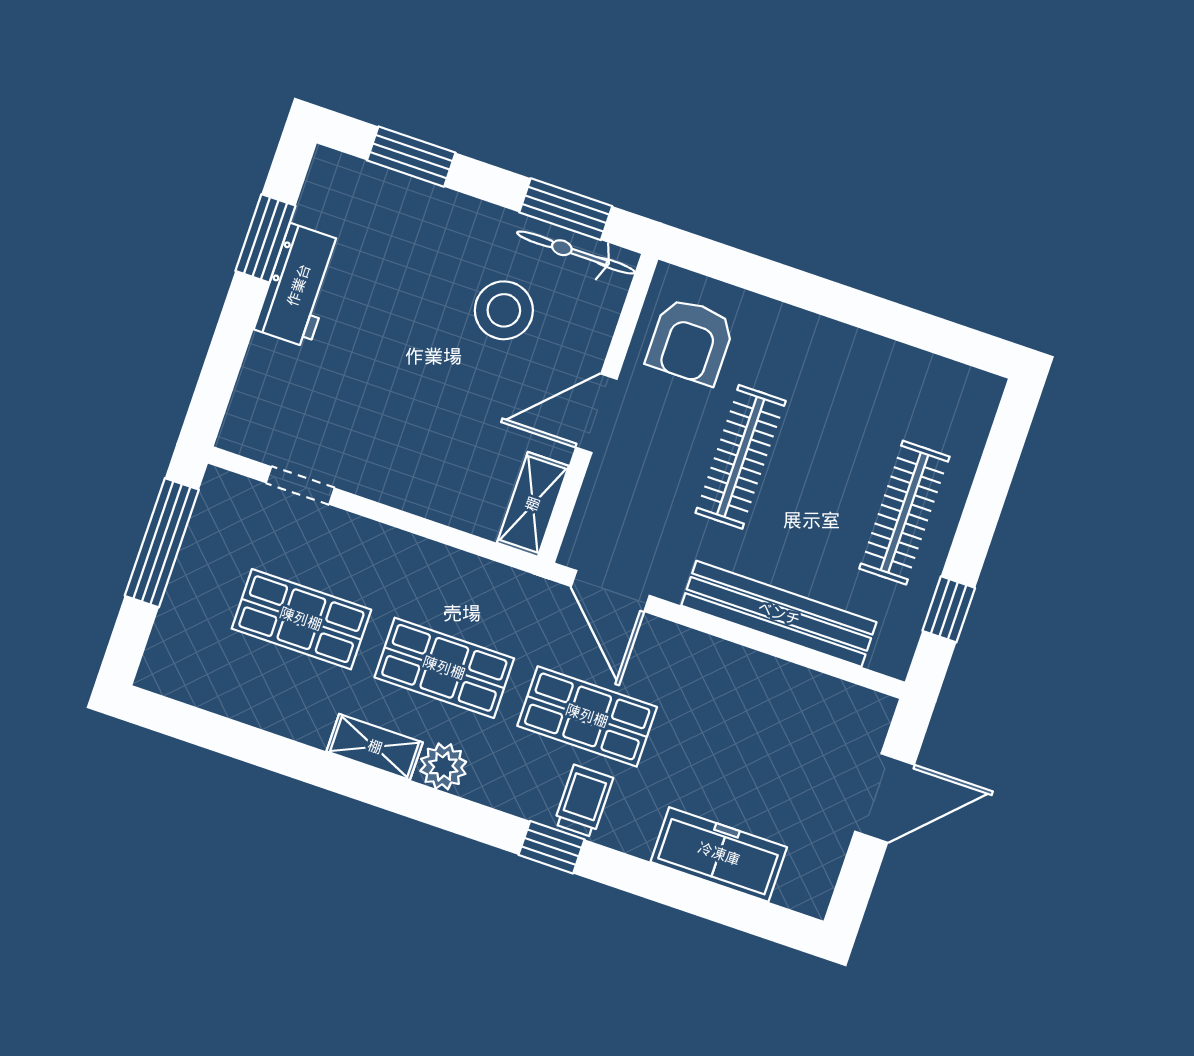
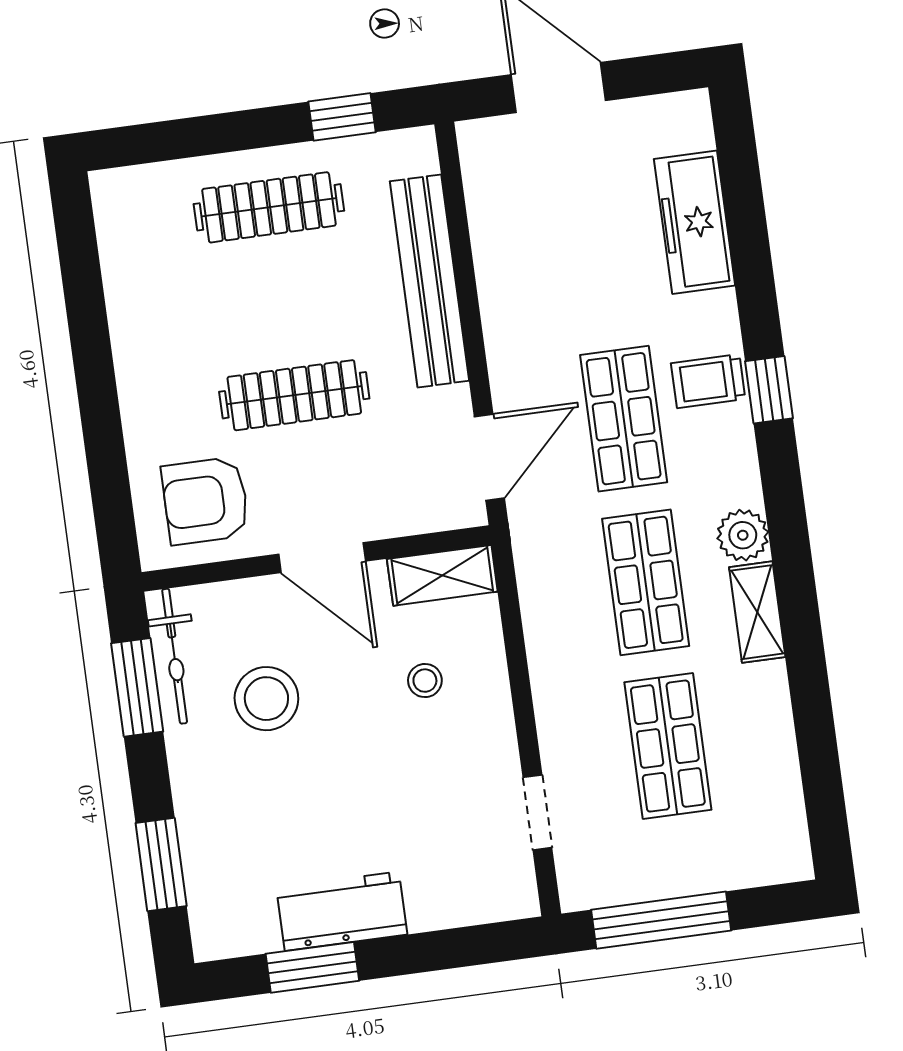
armchair: (690, 341) -> (205, 501), turned 180
stool: (454, 447) -> (425, 681), added

